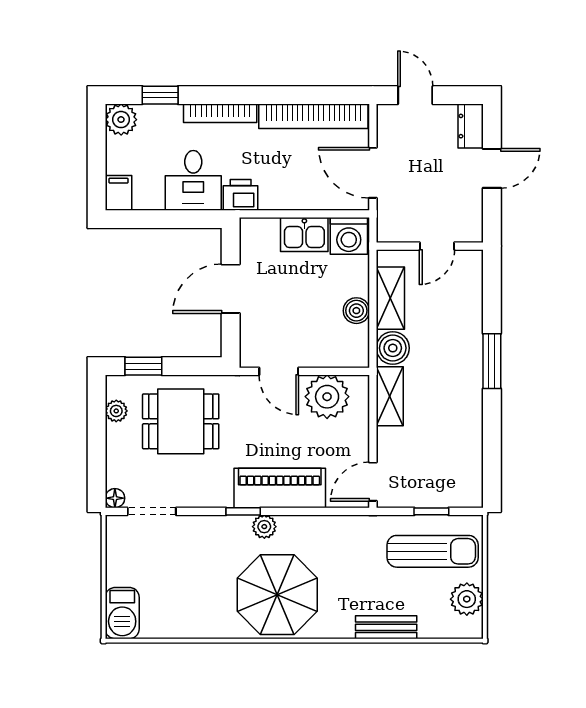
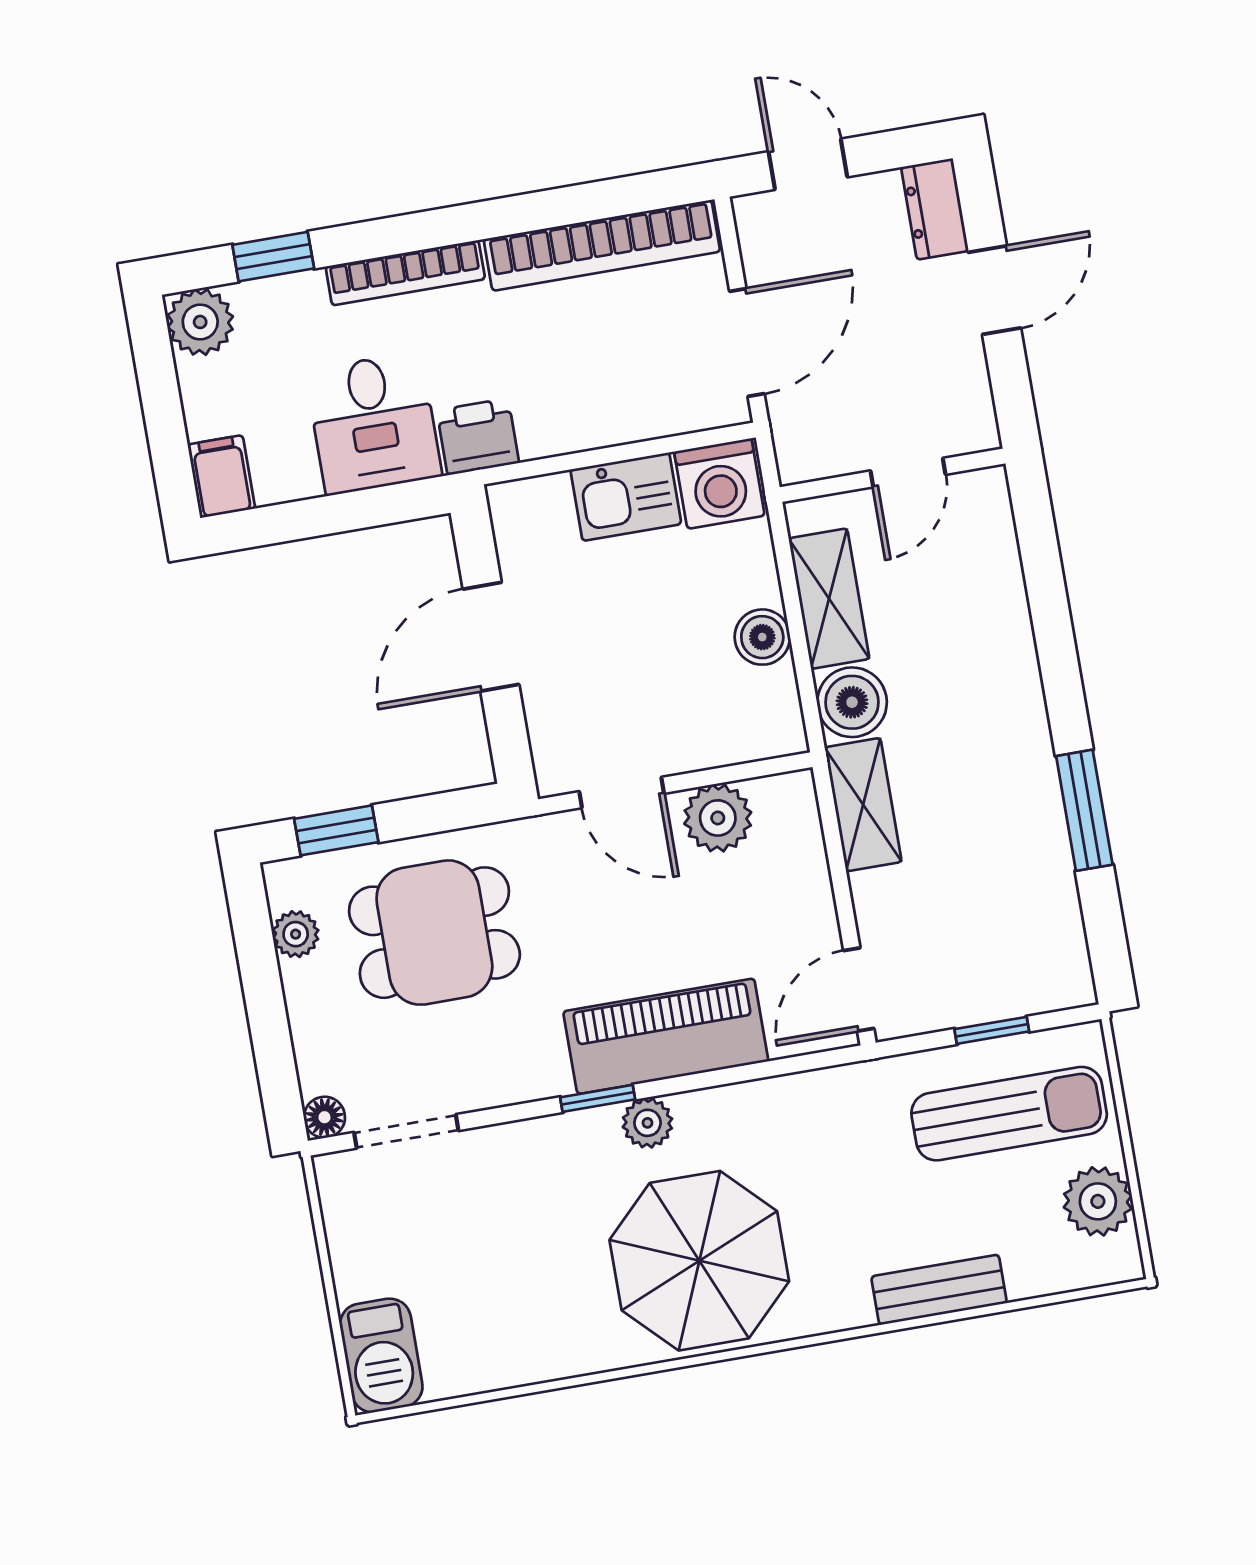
door: (373, 173) -> (747, 342), swing flipped
window: (492, 361) -> (1084, 810), moved
plant: (327, 397) -> (718, 818), width x0.73, depth x0.73

